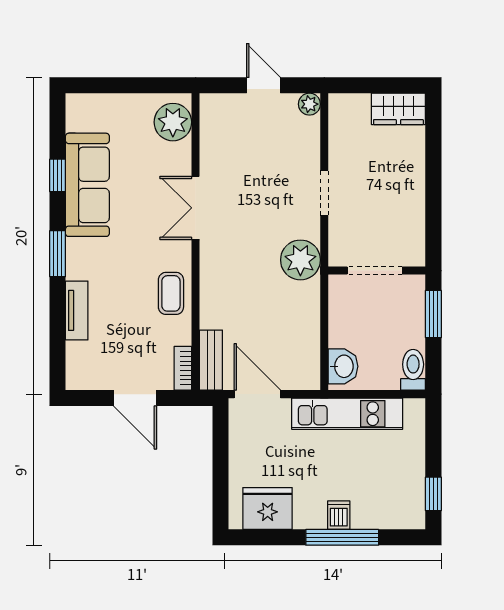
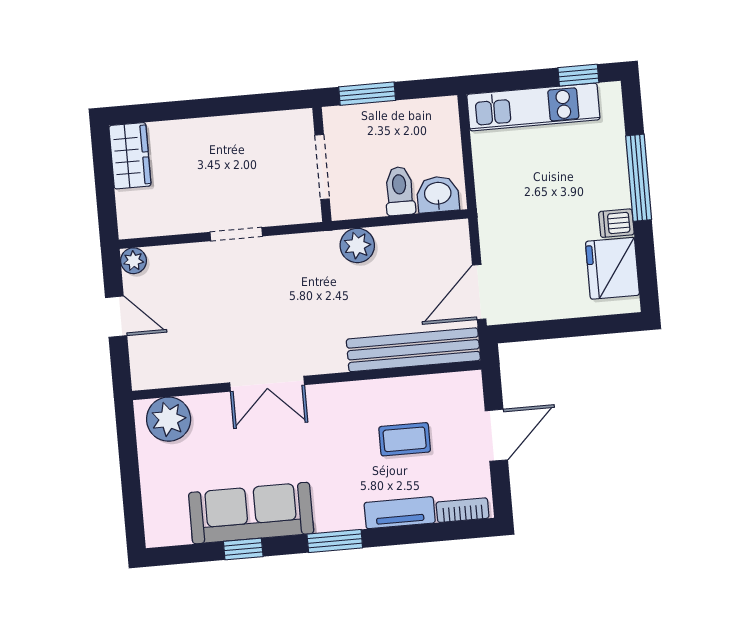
door: (263, 85) -> (116, 317), swing flipped
plant: (300, 260) -> (357, 245), moved, width x0.73, depth x0.73
coffee table: (171, 293) -> (405, 439), moved
bench: (211, 360) -> (413, 350), width x1.86, depth x1.21
bookcase: (183, 368) -> (463, 510), moved, turned 180
toilet: (413, 370) -> (400, 191), moved, turned 90
kitchen unit: (347, 414) -> (533, 107), moved, turned 90
dishwasher: (339, 515) -> (616, 223), moved

